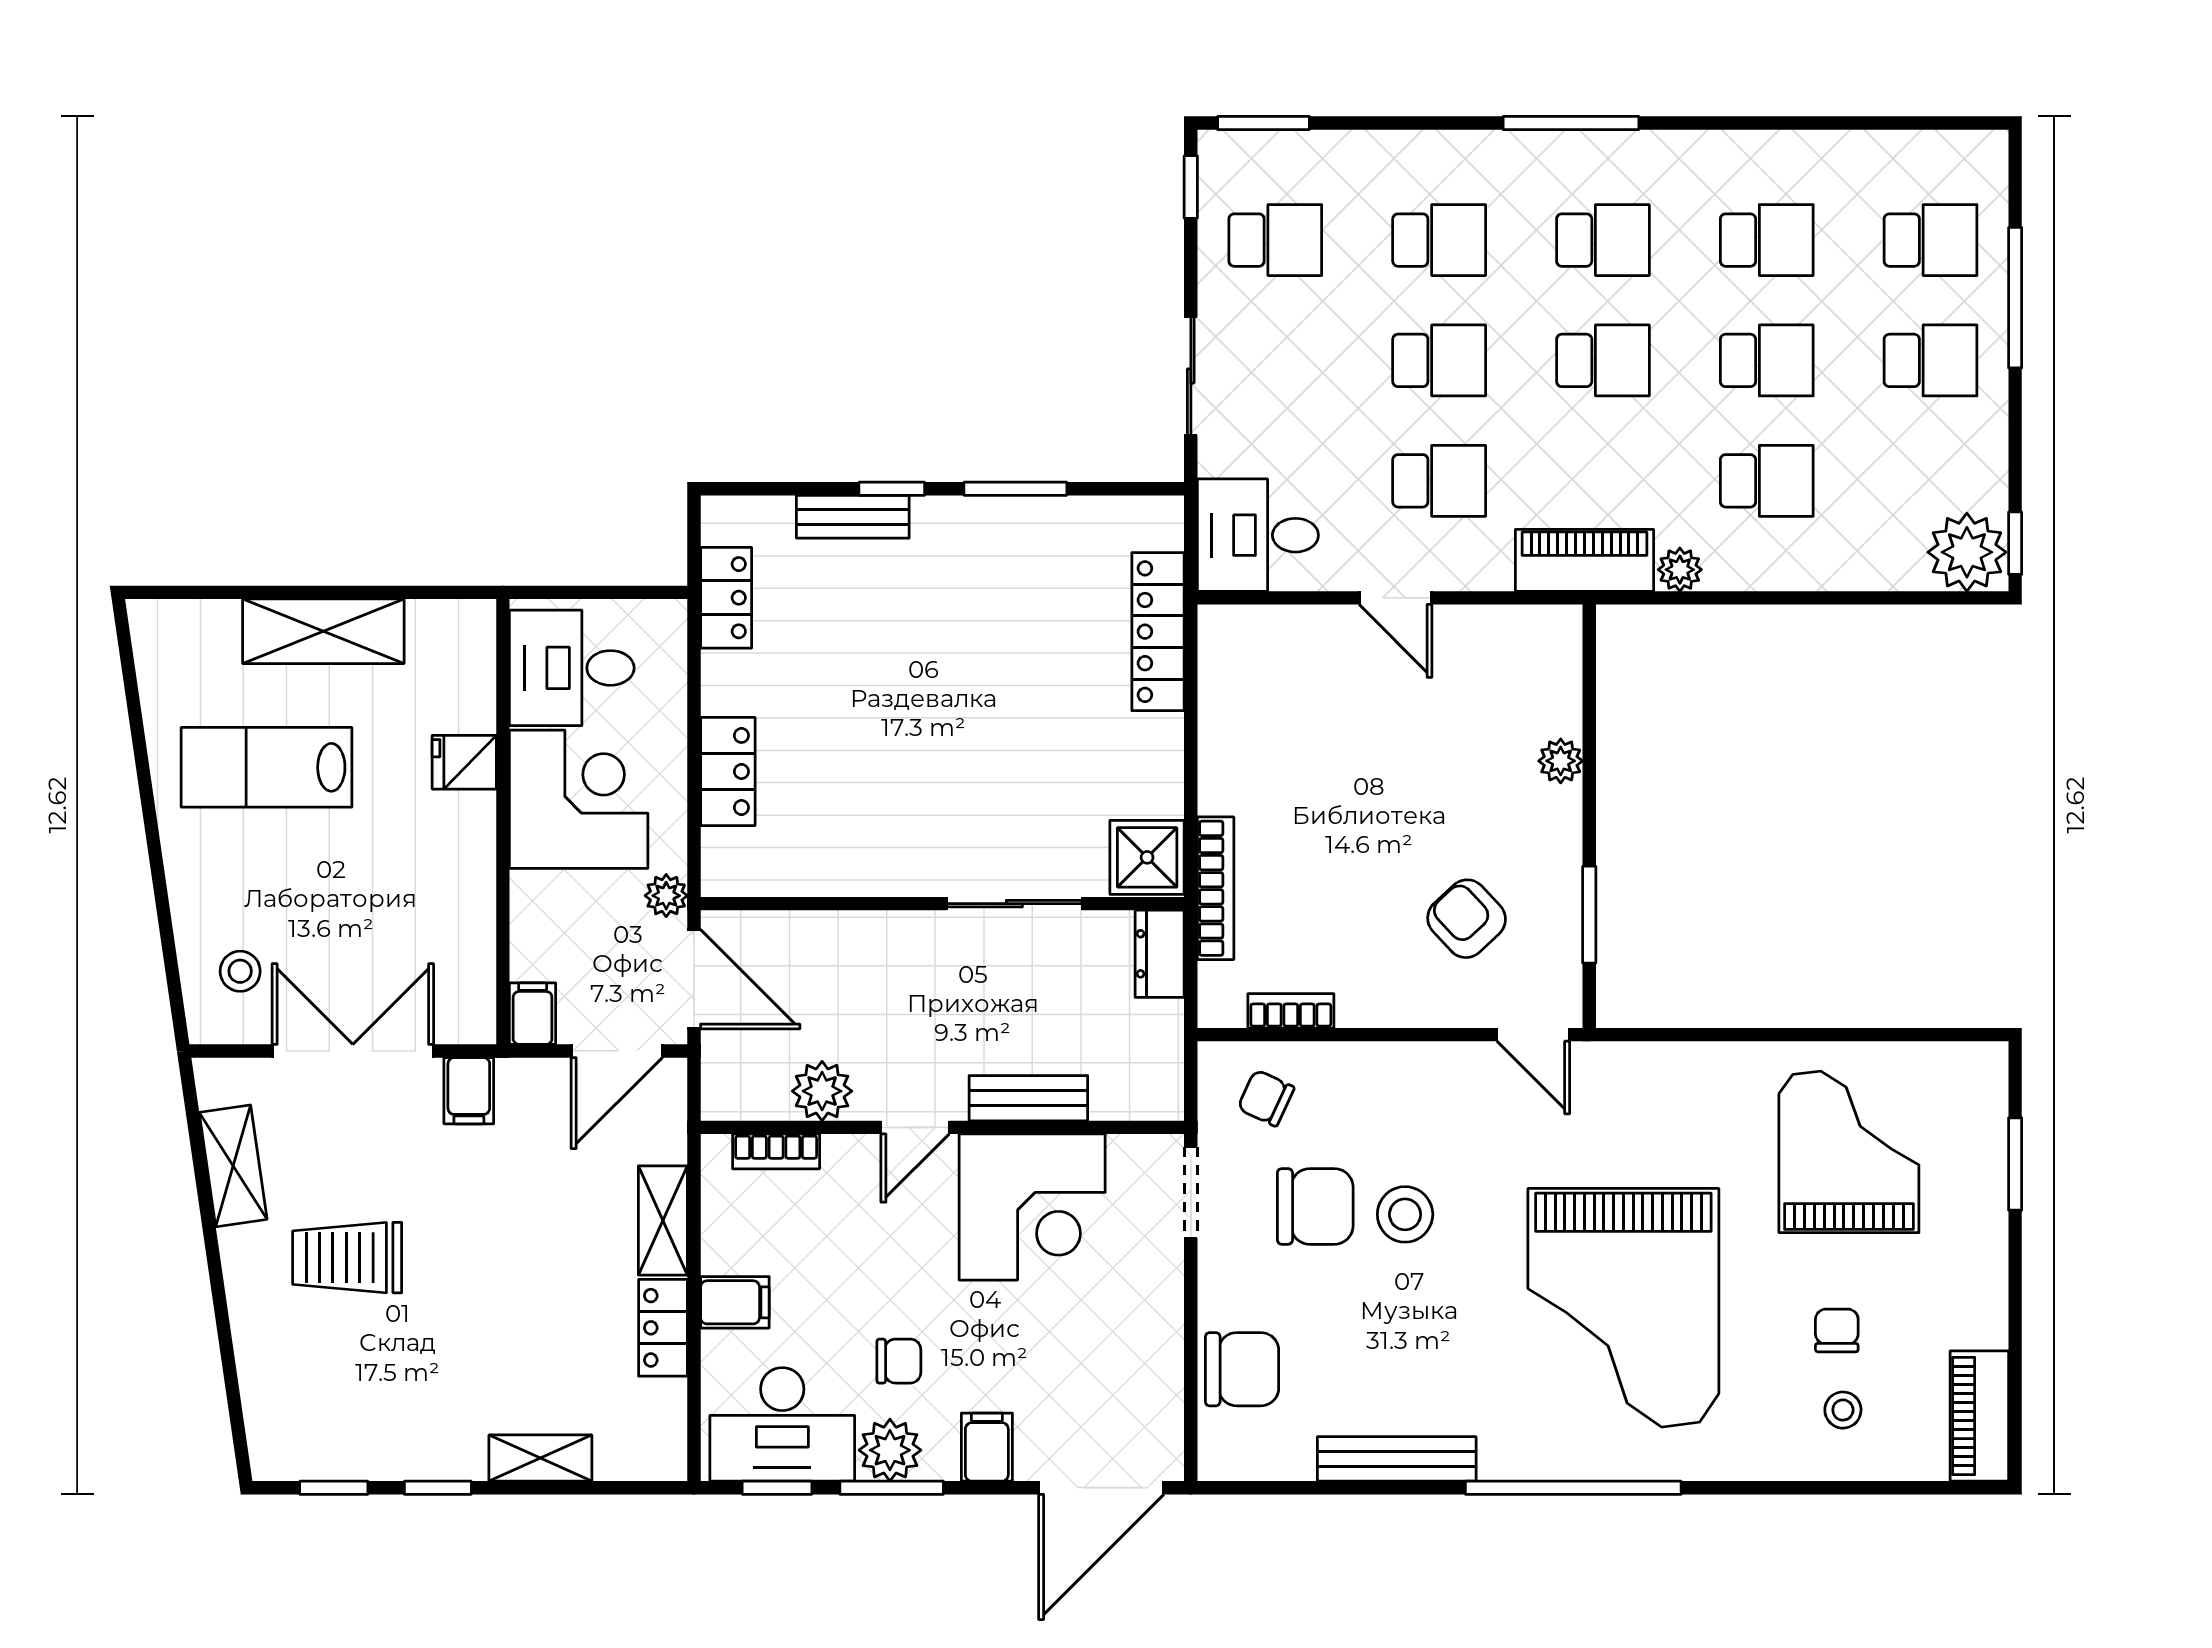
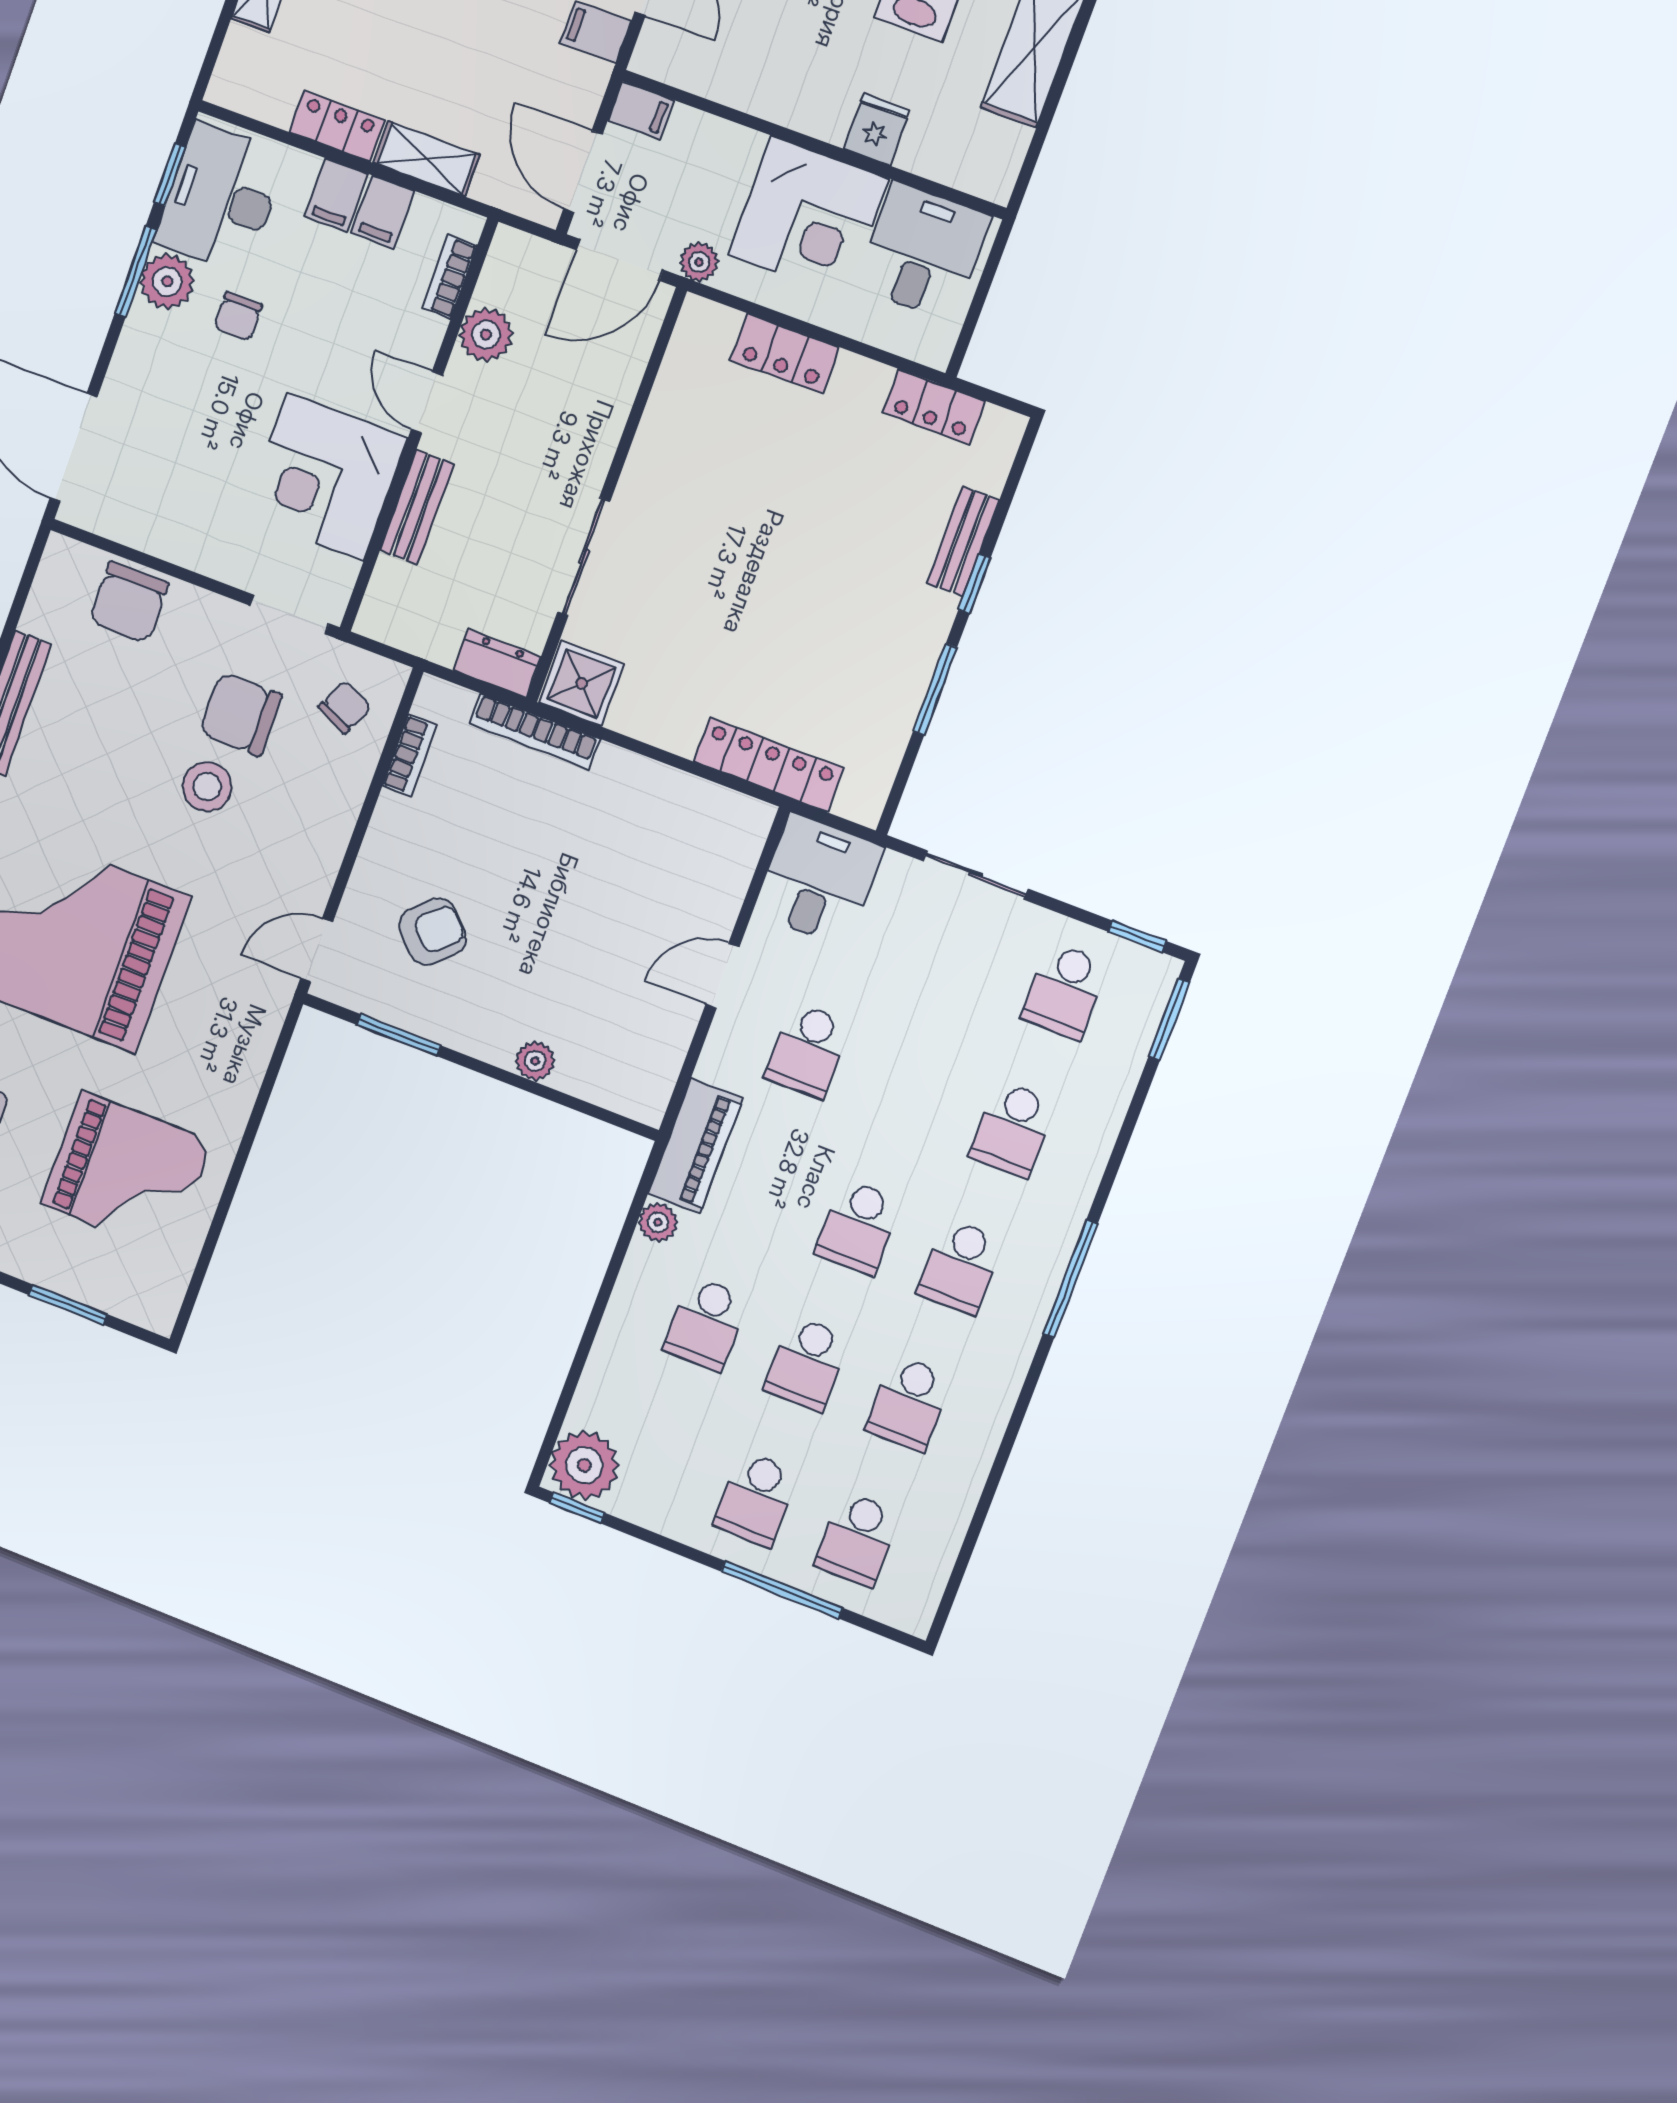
school desk: (1439, 360) -> (910, 1090), removed
chair: (1315, 1206) -> (241, 714), turned 90
filing cabinet: (987, 1447) -> (383, 212), moved, turned 90

